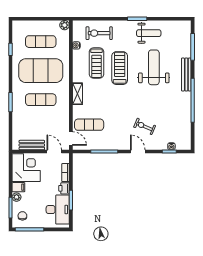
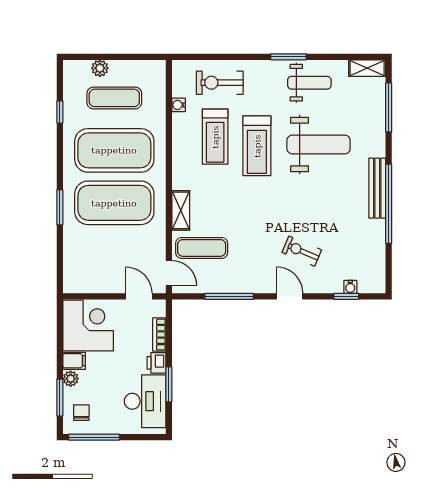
plant: (65, 25) -> (100, 68), moved
shelving: (181, 25) -> (367, 68), added
weight bench: (154, 67) -> (319, 144), turned 90
treadmill: (120, 68) -> (257, 146), turned 180
bench: (186, 74) -> (377, 188), moved
shelving: (77, 94) -> (181, 210), moved
exercise mat: (41, 100) -> (114, 203), width x2.00, depth x1.45
bench: (32, 145) -> (98, 285), removed

